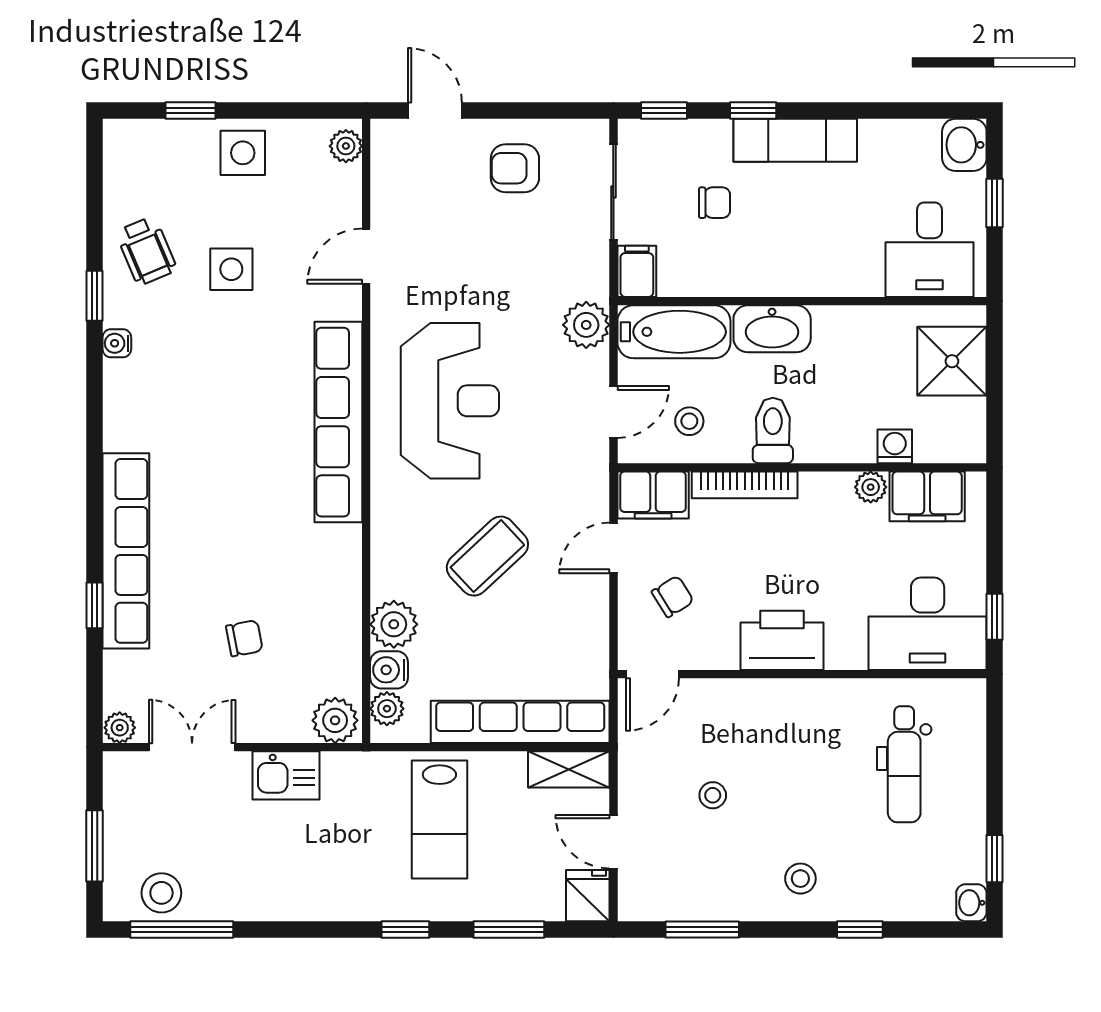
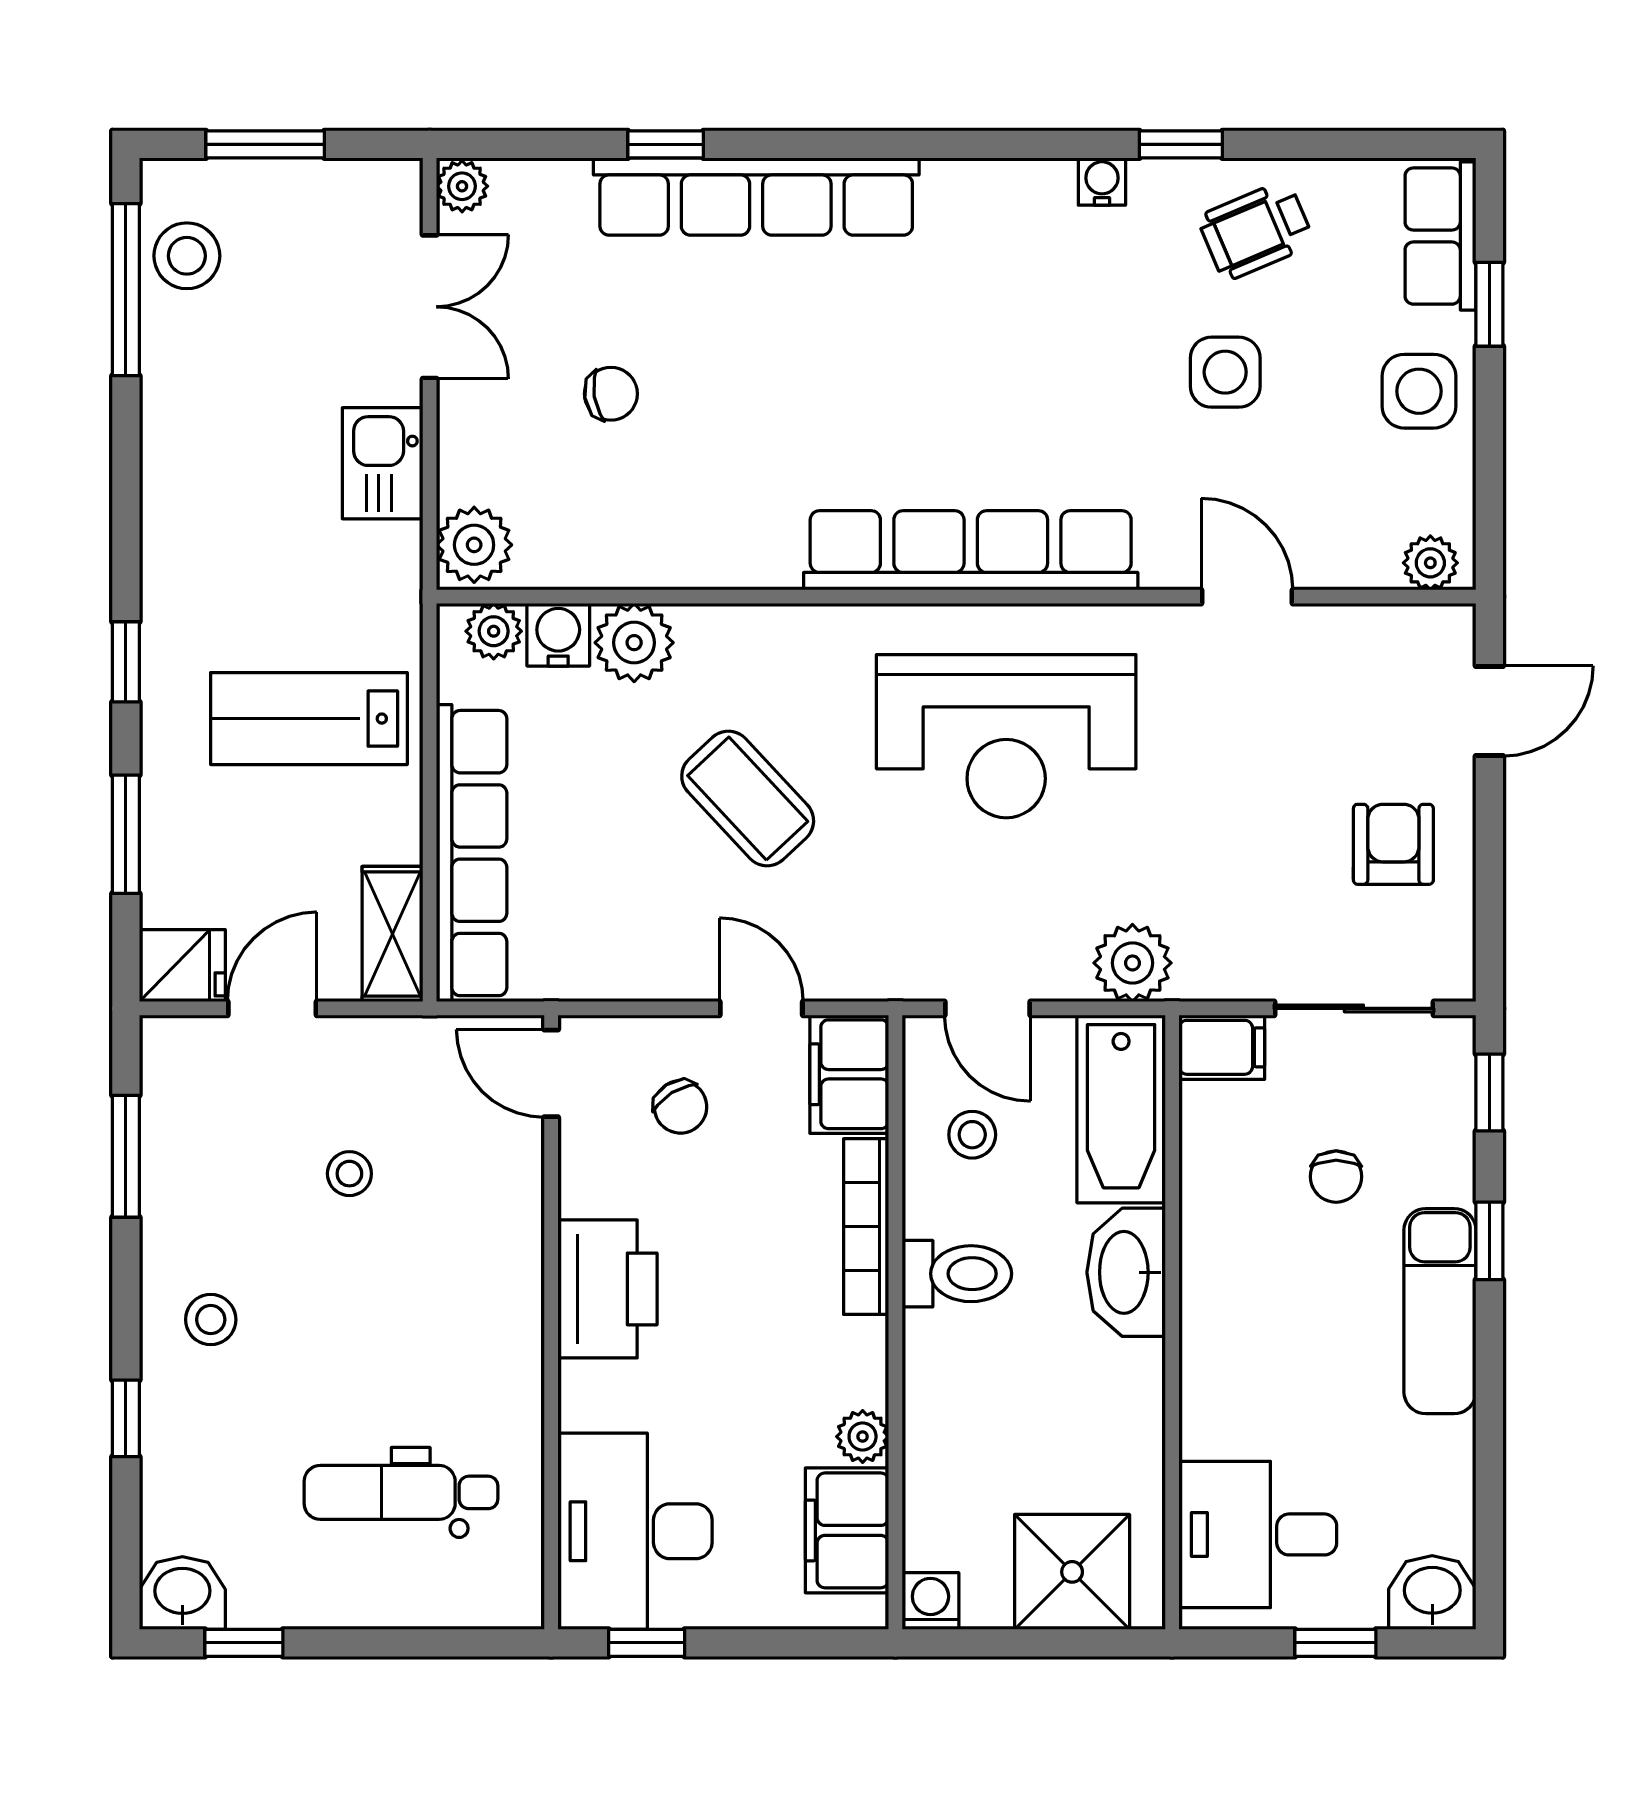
row of seats: (150, 140) -> (1440, 236), added
washing machine: (895, 446) -> (930, 1601), moved, turned -90
chair: (244, 638) -> (611, 394), turned -88
washbasin: (971, 903) -> (182, 1593), width x1.38, depth x1.45

